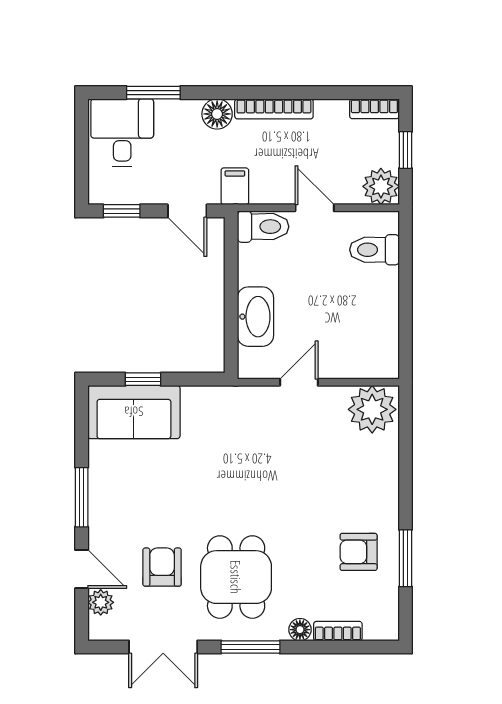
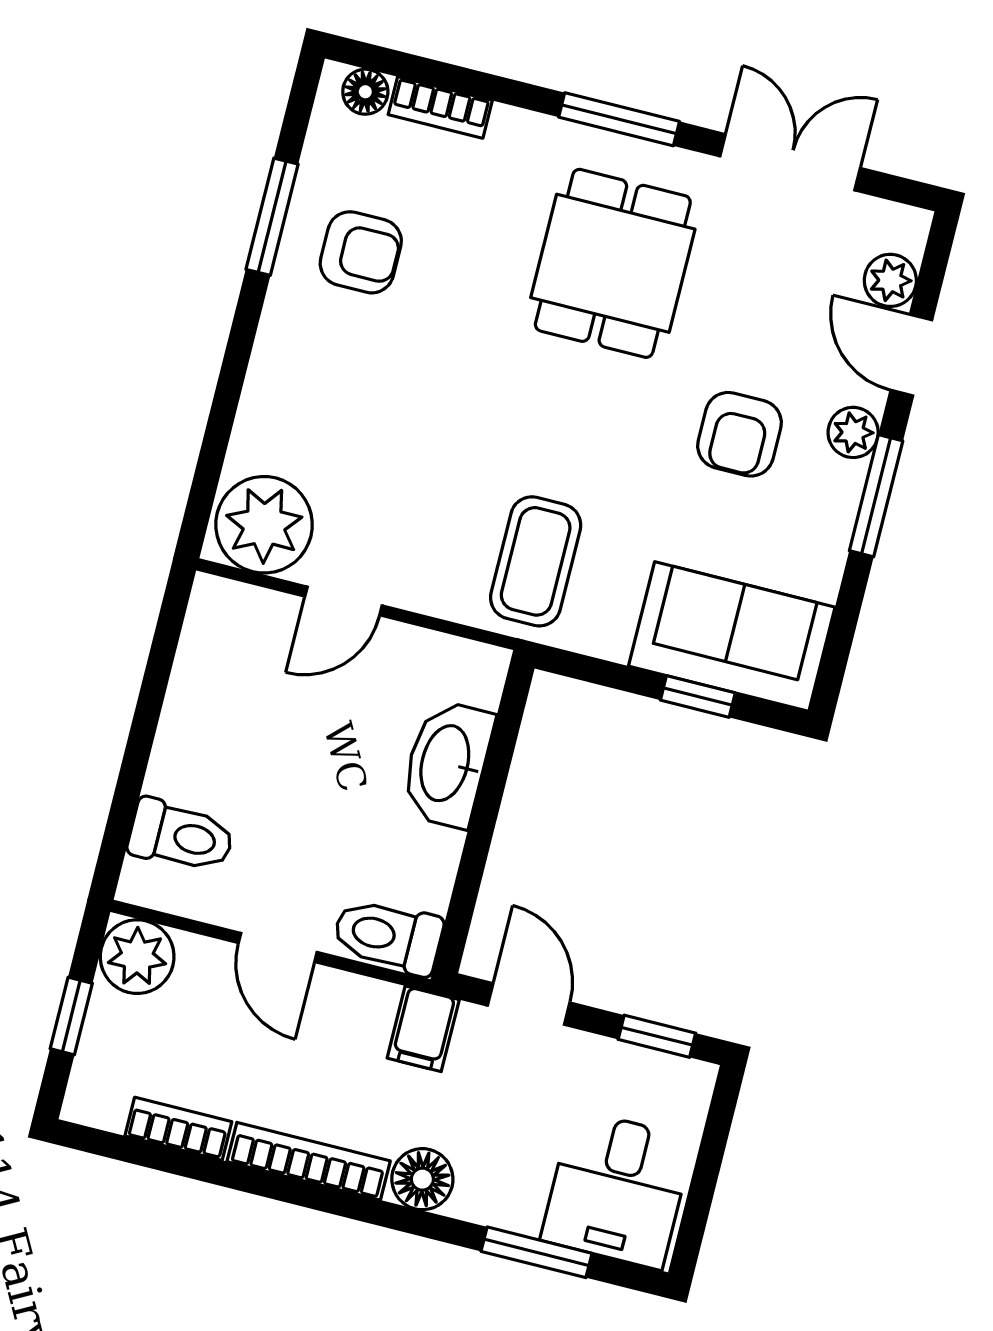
bookcase: (374, 109) -> (178, 1129), moved
door: (299, 382) -> (343, 601), moved
coffee table: (237, 425) -> (536, 561), added
plant: (100, 525) -> (853, 432), added
armchair: (162, 567) -> (739, 434), moved
floor lamp: (300, 630) -> (365, 92), moved

